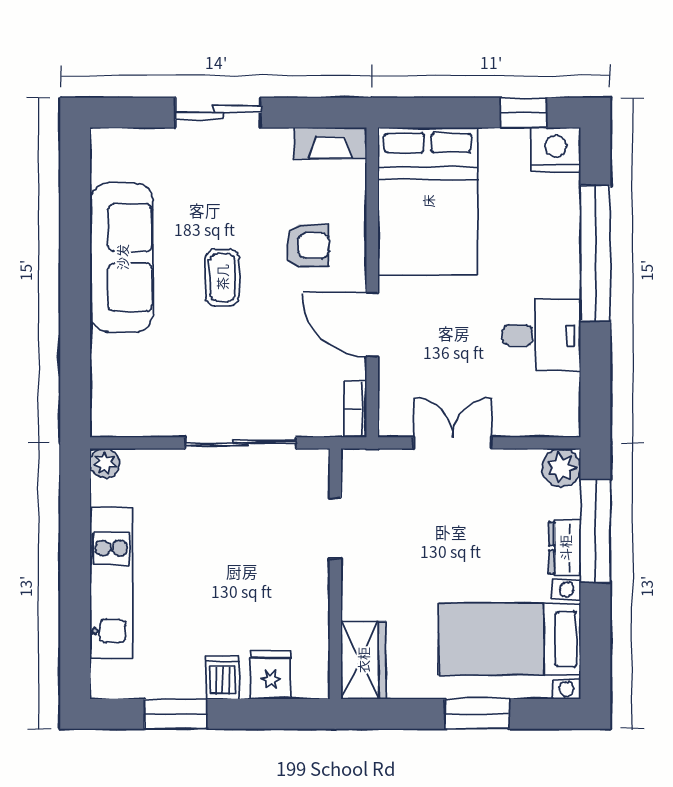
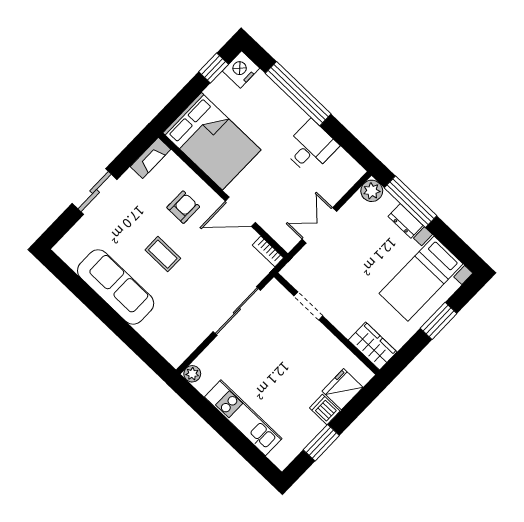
fridge: (271, 675) -> (342, 389), width x1.38

